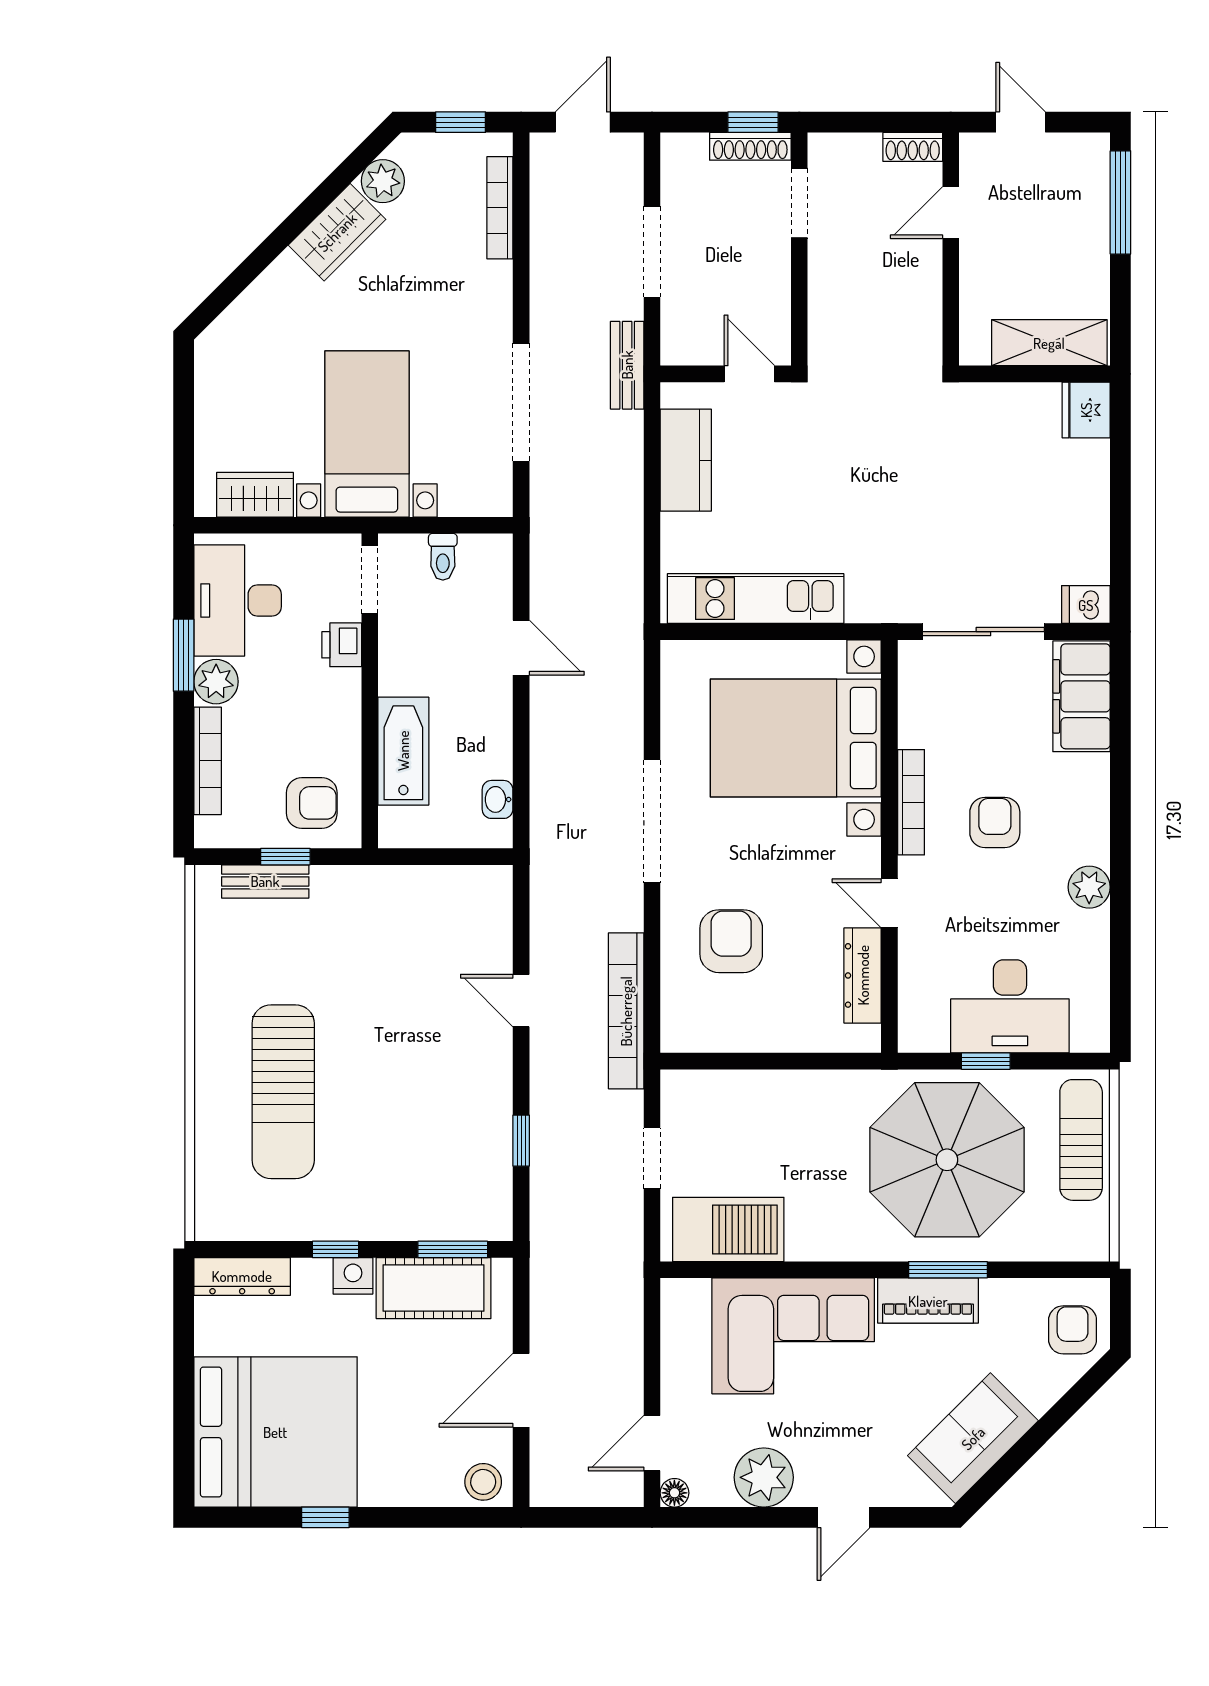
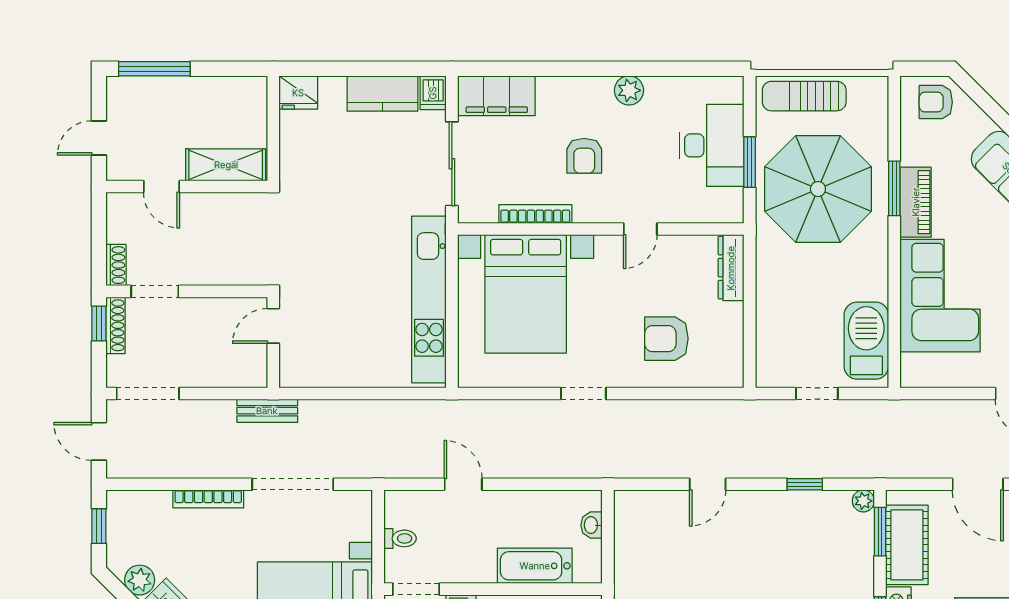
shoe rack: (913, 147) -> (116, 265), moved
bookcase: (500, 208) -> (208, 499), moved
doorway: (652, 252) -> (148, 393), moved
shelving: (1049, 343) -> (226, 165), moved, turned 90
kitchen counter: (686, 460) -> (382, 94), moved, turned 180
kitchen unit: (756, 599) -> (429, 299), width x1.36
door: (521, 648) -> (463, 484), hinge flipped
washbasin: (498, 799) -> (592, 525), moved, turned 90
bookcase: (911, 802) -> (535, 214), moved
doorway: (652, 821) -> (583, 393), width x0.53
armchair: (995, 822) -> (584, 156), turned -90
dresser: (863, 975) -> (731, 268), moved, turned 90
bookcase: (626, 1011) -> (715, 411), removed
window: (986, 1061) -> (750, 162), width x1.50
plant: (497, 1225) -> (863, 501), added

